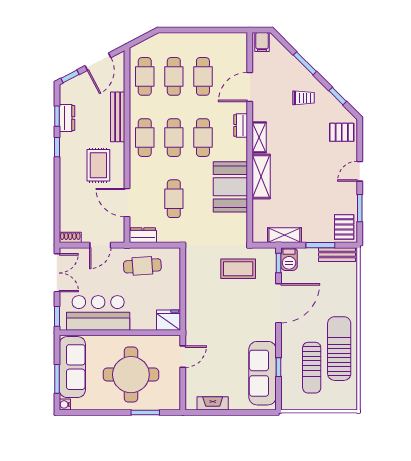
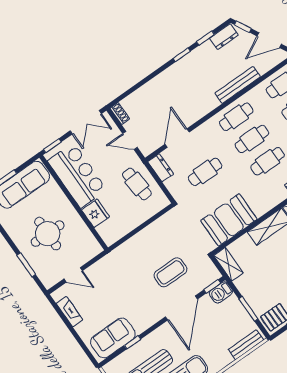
dresser: (67, 118) -> (224, 37), moved
rug: (98, 165) -> (190, 96), removed
booth: (230, 187) -> (229, 220), moved
shelving: (284, 235) -> (228, 264), moved
bench: (337, 255) -> (246, 345), moved, turned 90
coffee table: (238, 269) -> (170, 272), moved, turned 90
door: (278, 303) -> (181, 308), hinge flipped
fridge: (169, 320) -> (96, 213), moved
door: (183, 357) -> (73, 275), moved
sofa: (262, 373) -> (113, 338), width x0.73
round table: (131, 375) -> (48, 234), width x0.73, depth x0.73

